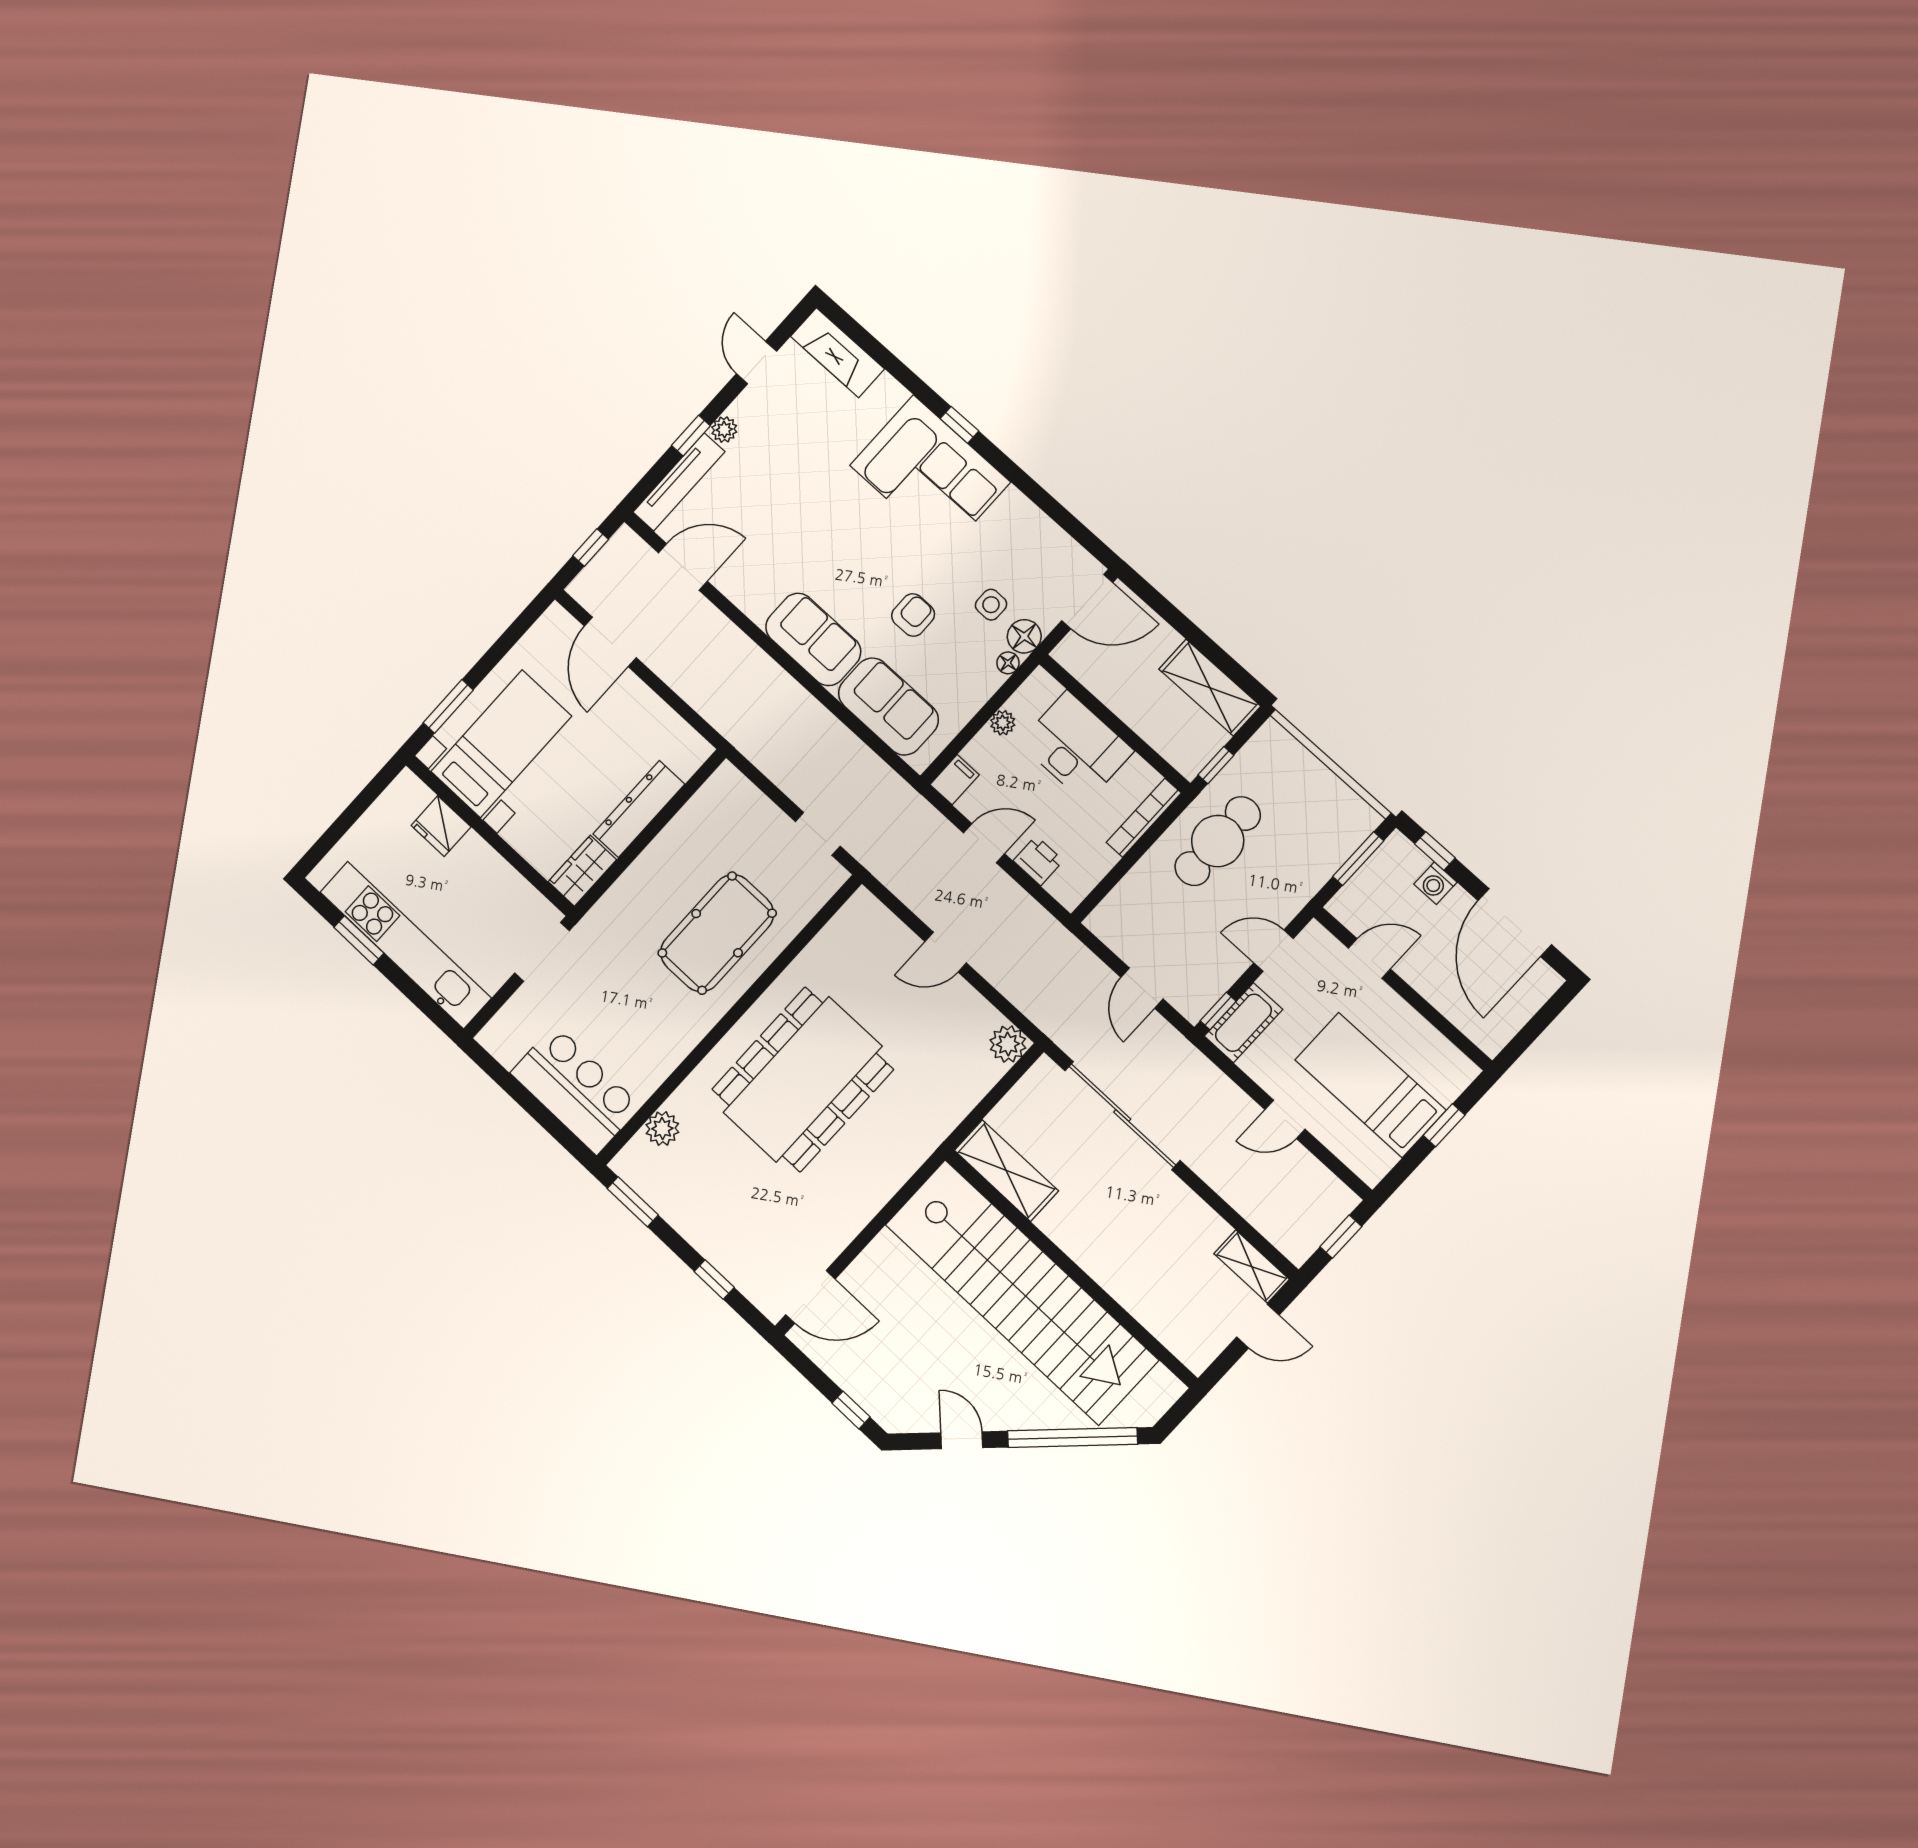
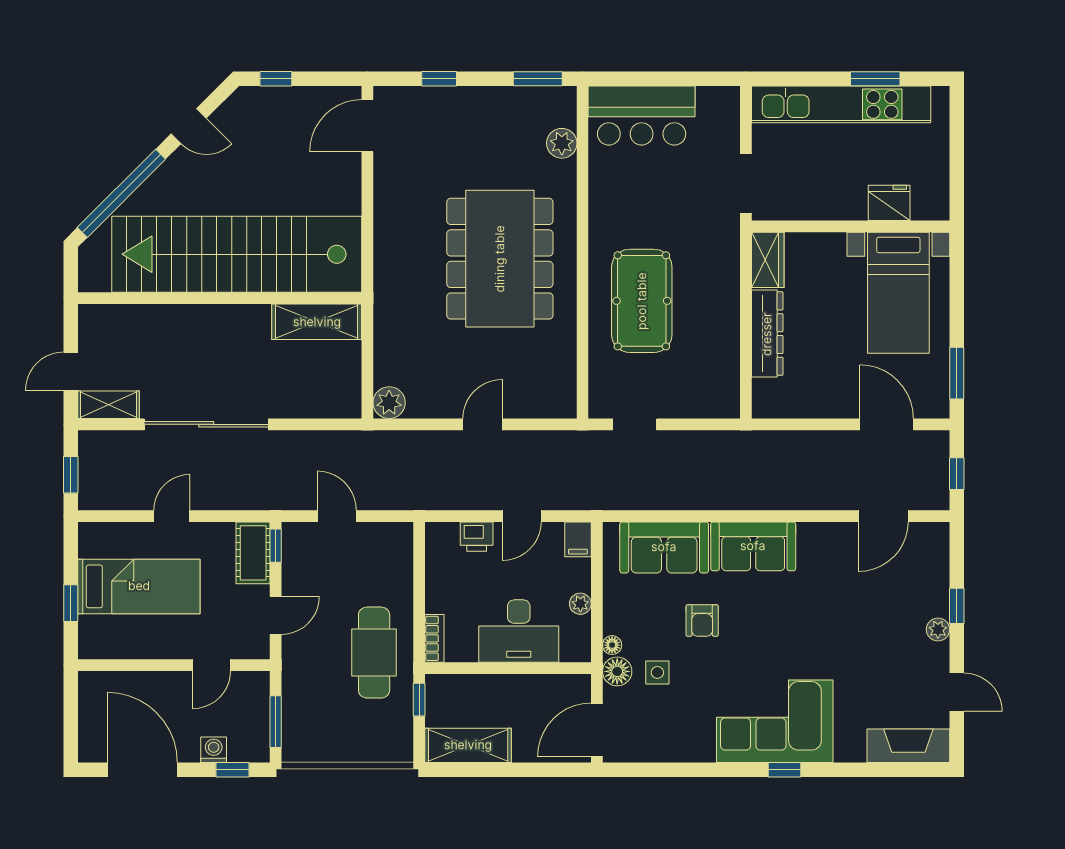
tv unit: (679, 482) -> (937, 569), removed
window: (448, 706) -> (957, 373), moved
bookcase: (1144, 818) -> (434, 638), width x0.64
sliding door: (1122, 1116) -> (206, 424), moved

